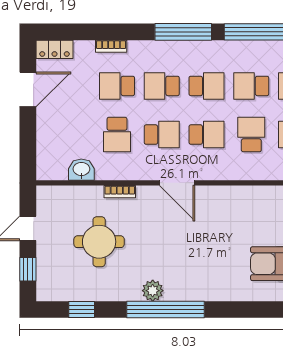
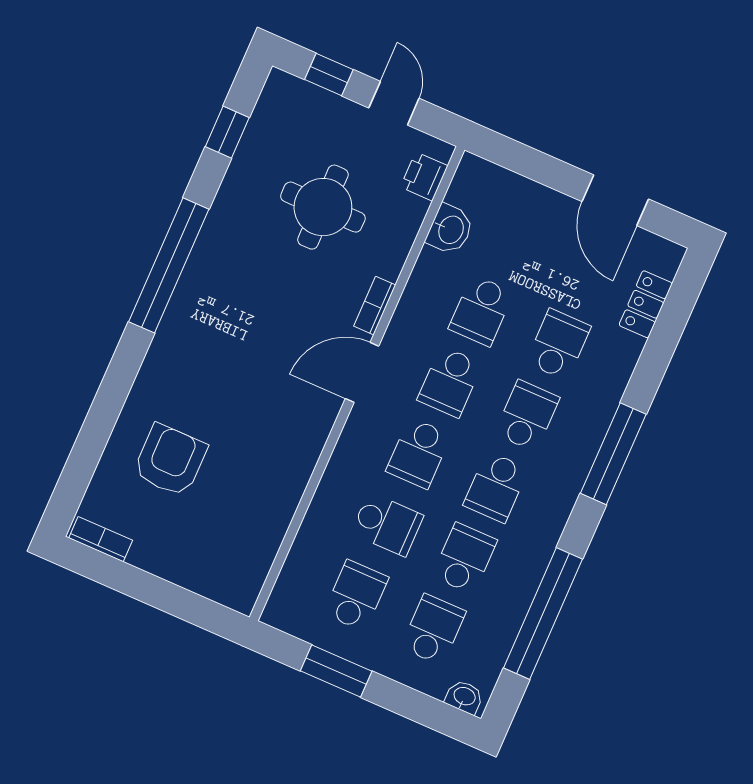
window: (183, 32) -> (613, 454), moved
bookcase: (111, 46) -> (626, 363), removed
locker: (55, 49) -> (646, 304), moved
school desk: (117, 135) -> (481, 311), turned -90
bookcase: (120, 192) -> (375, 306), moved
printer: (60, 196) -> (424, 176), added
plant: (153, 291) -> (208, 258), removed

